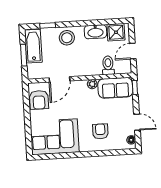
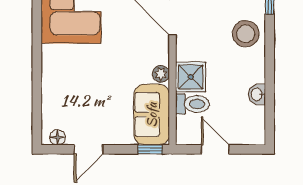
washbasin: (95, 32) -> (257, 94), width x0.52, depth x0.69
shower: (116, 32) -> (191, 77), moved
armchair: (100, 131) -> (76, 83), removed

